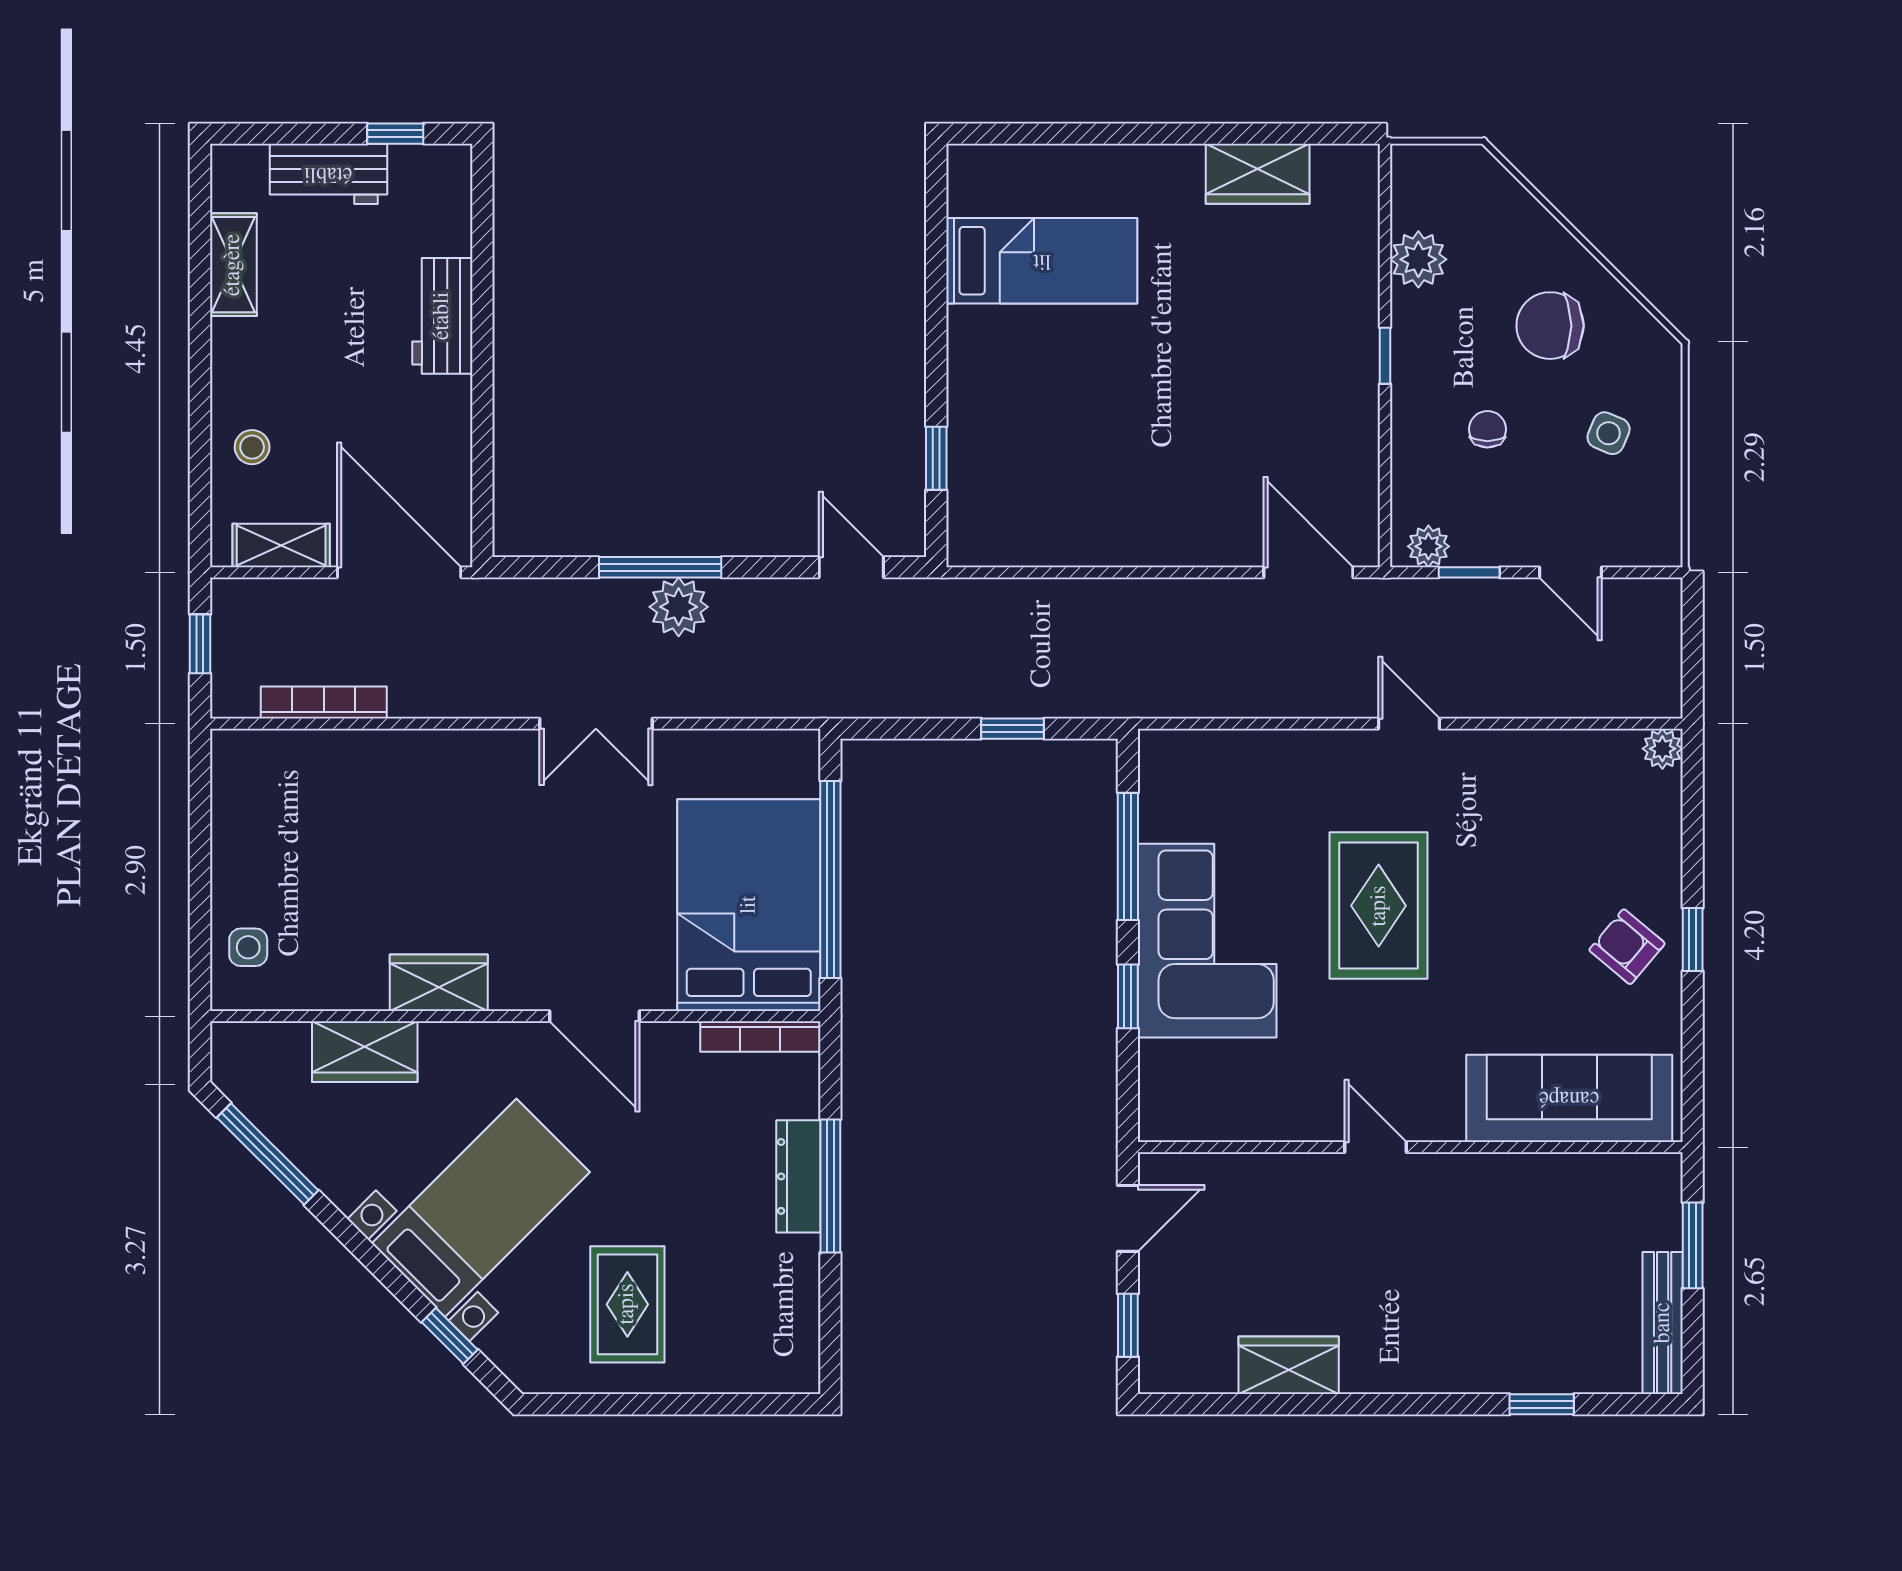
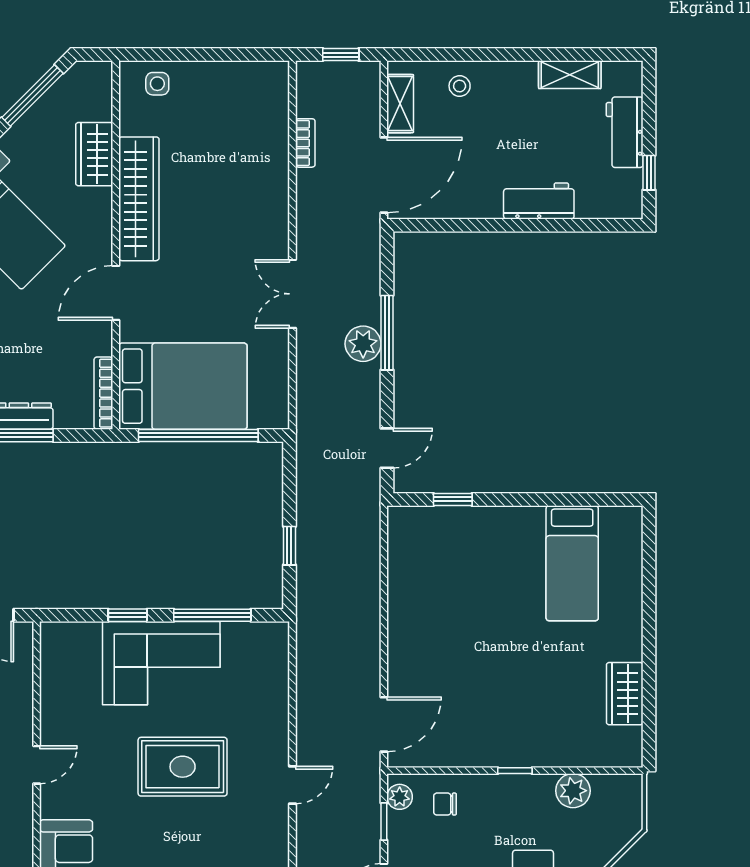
chair: (1487, 429) -> (445, 804), moved, turned 180
bookcase: (324, 702) -> (305, 143), width x0.64
wardrobe: (439, 983) -> (139, 199), width x2.10, depth x1.17

